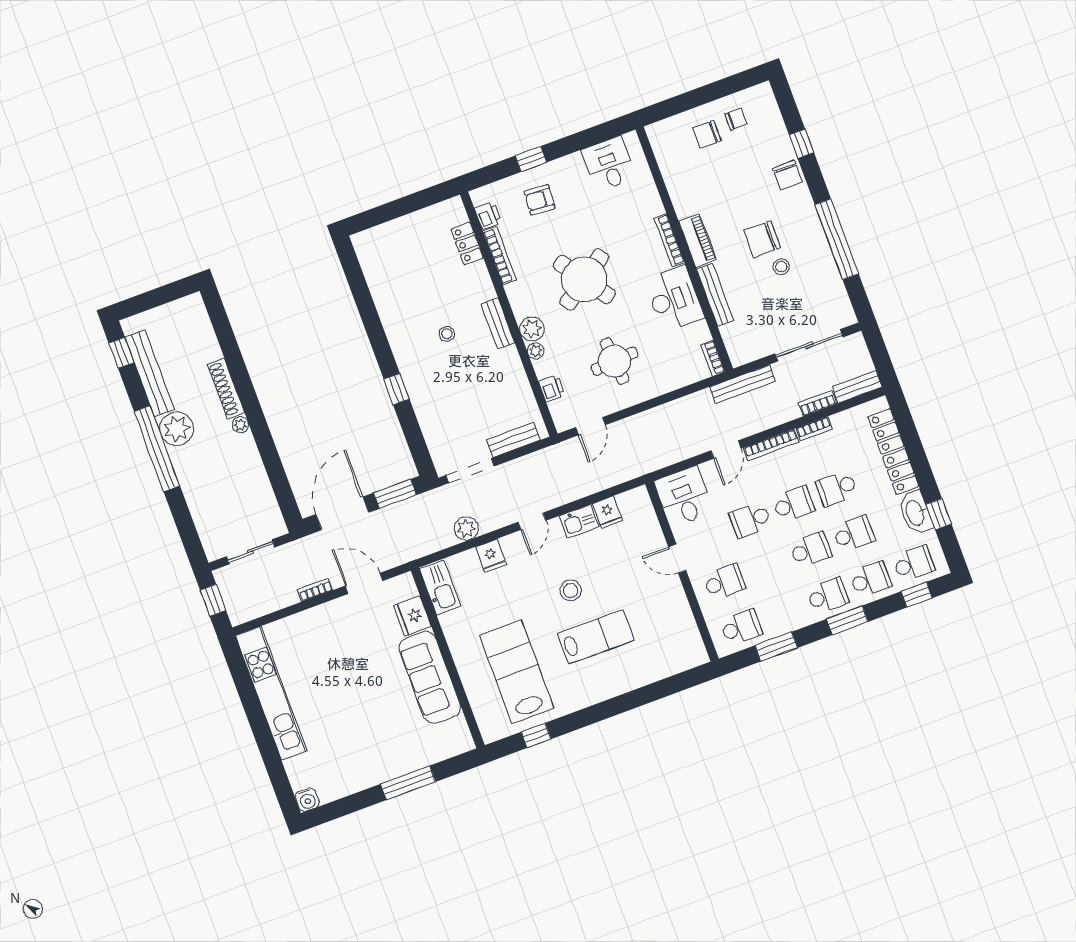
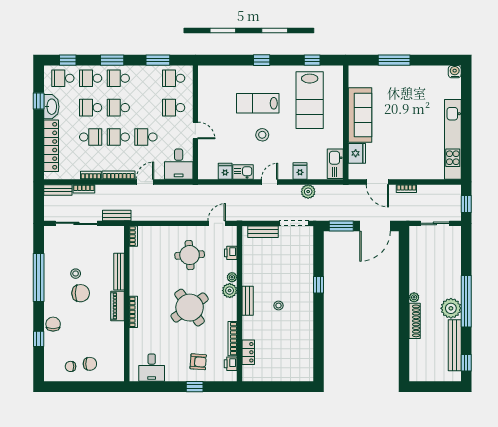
desk: (674, 299) -> (143, 278), removed
bench: (743, 384) -> (117, 215), width x0.73
school desk: (750, 520) -> (146, 137), turned 180
window: (615, 706) -> (262, 60), added

